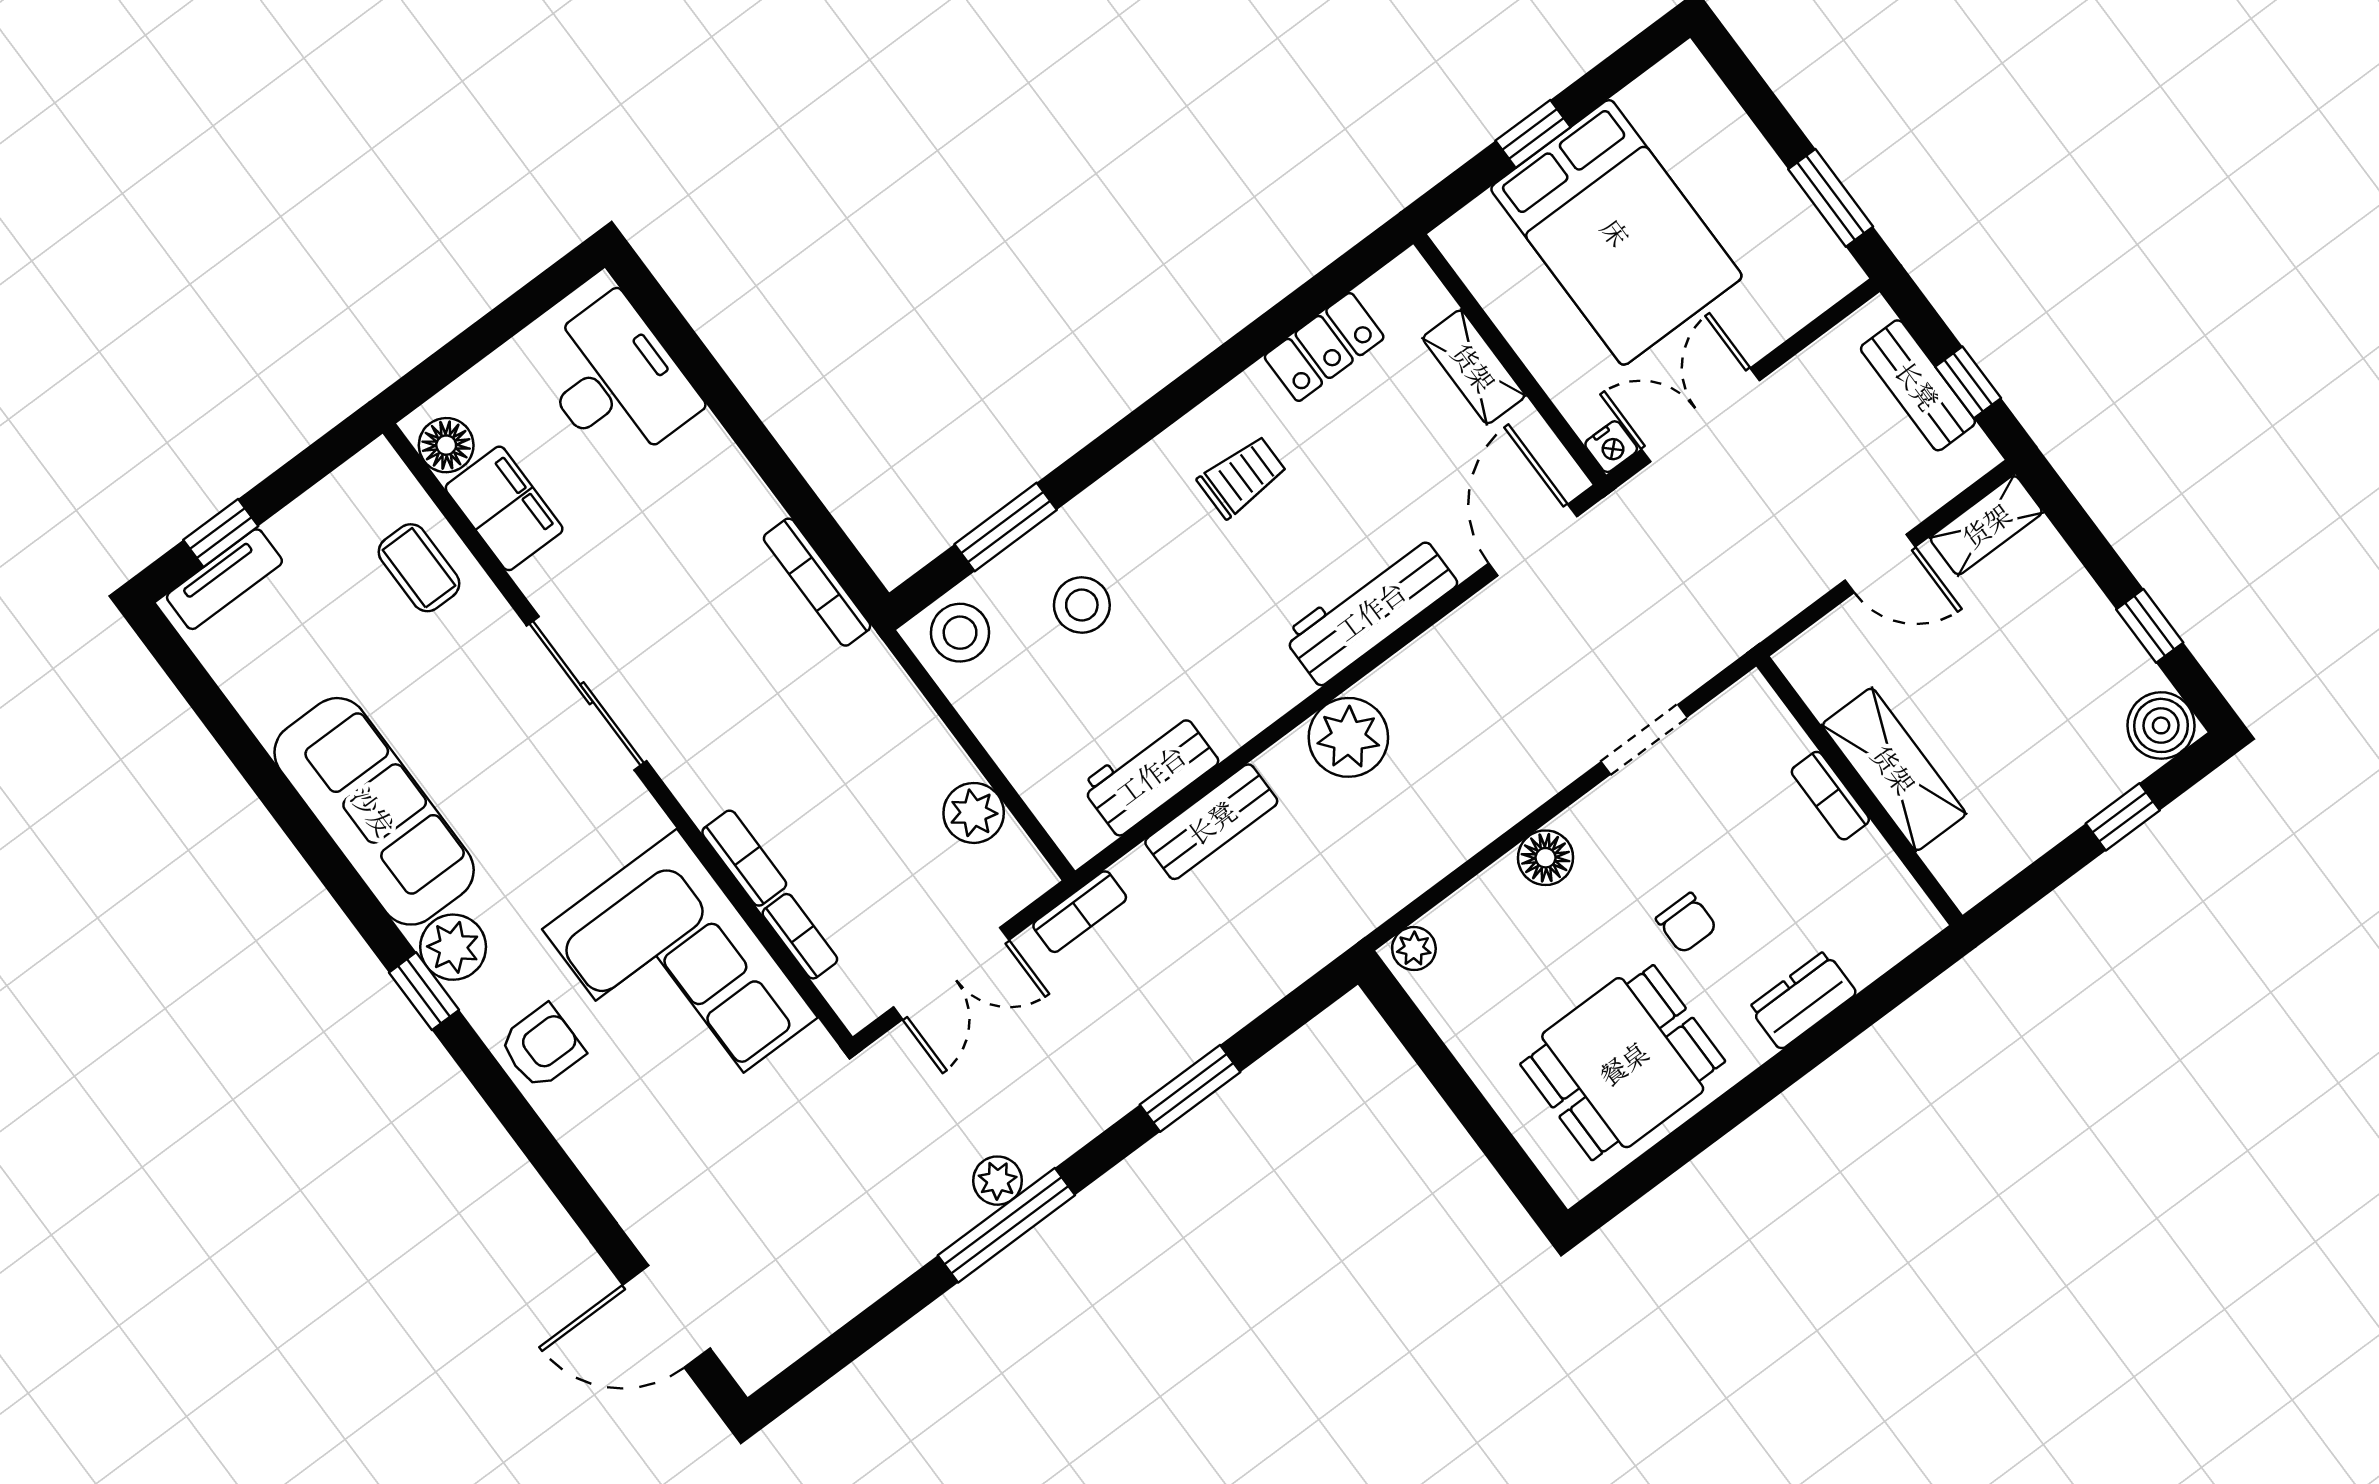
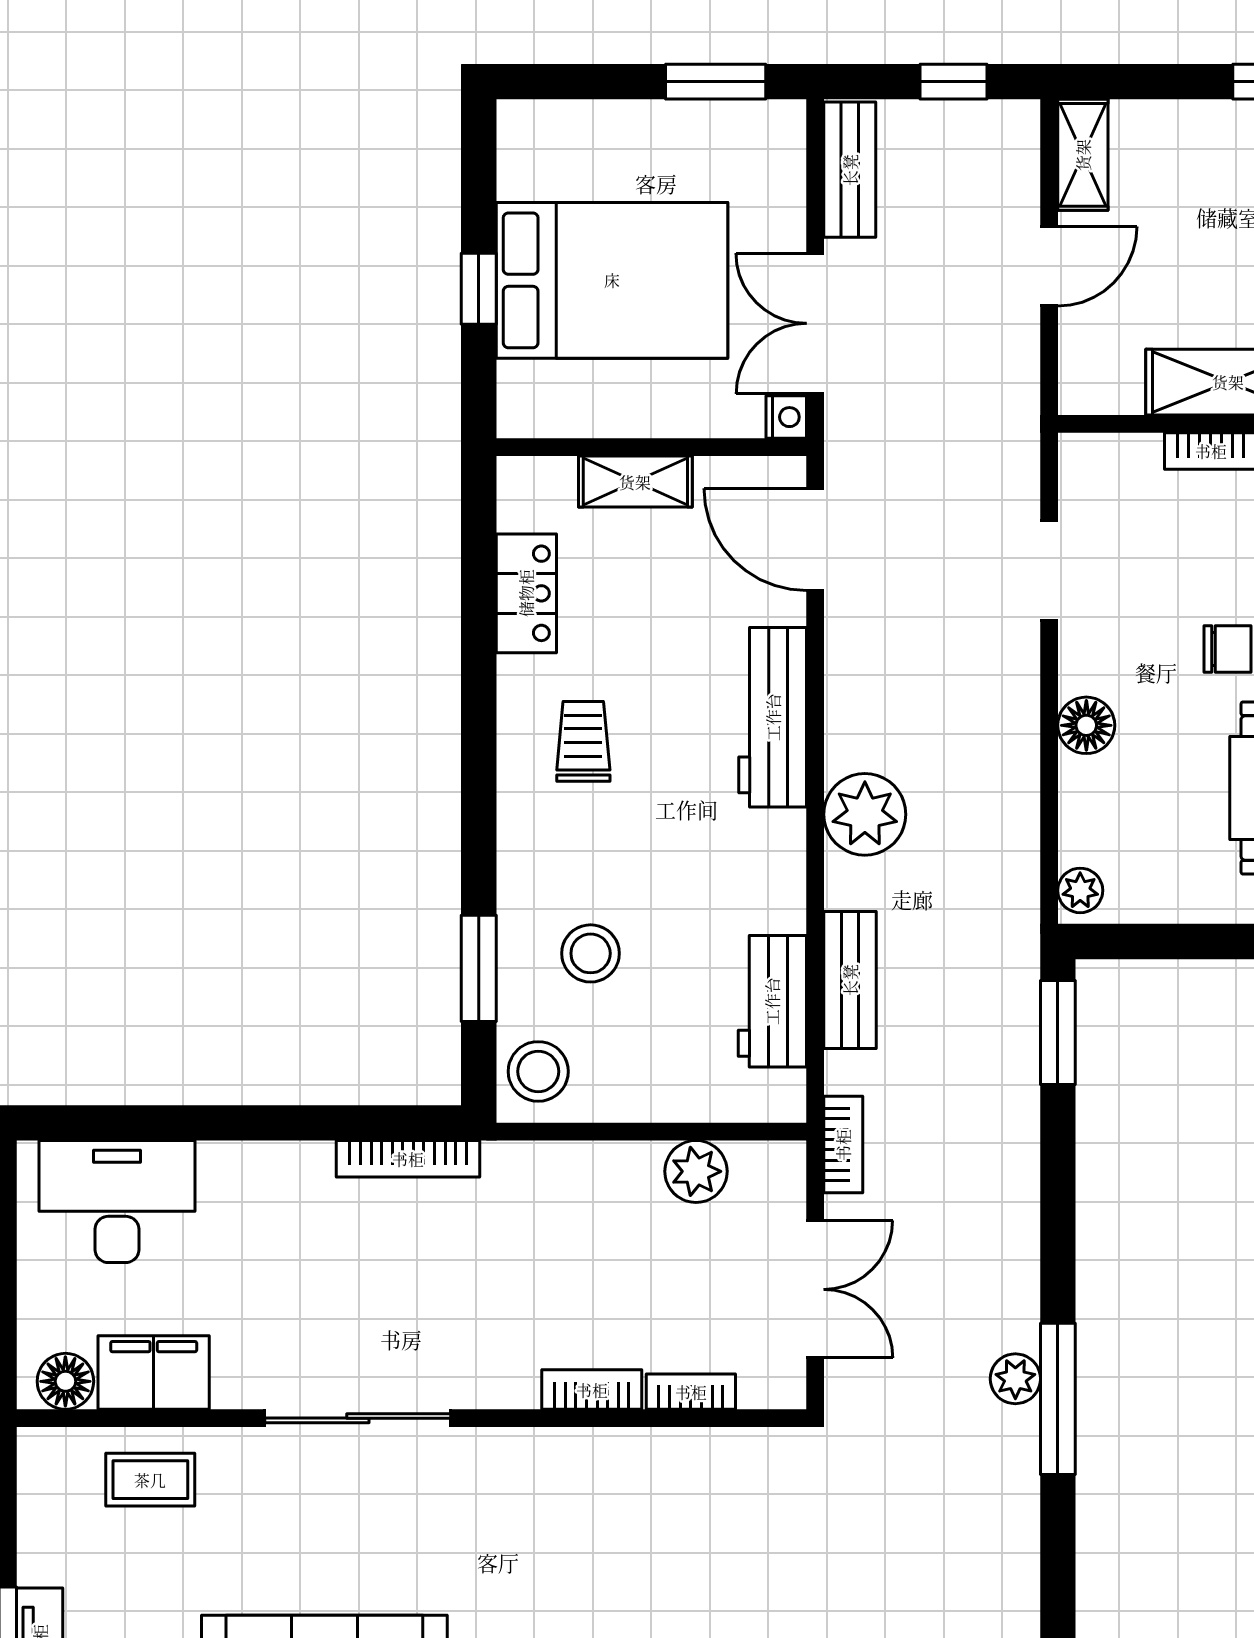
bench: (1918, 385) -> (850, 170), moved, turned 90
corner sofa: (680, 973) -> (647, 1514), removed
window: (1190, 1088) -> (1058, 1033), moved

